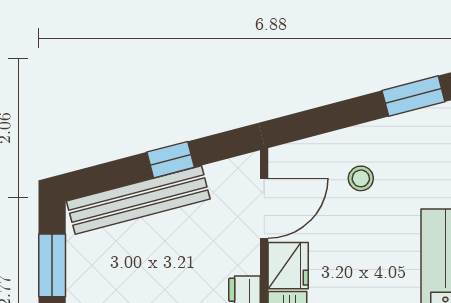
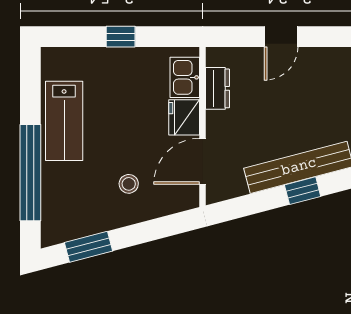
window: (171, 160) -> (303, 191), moved

